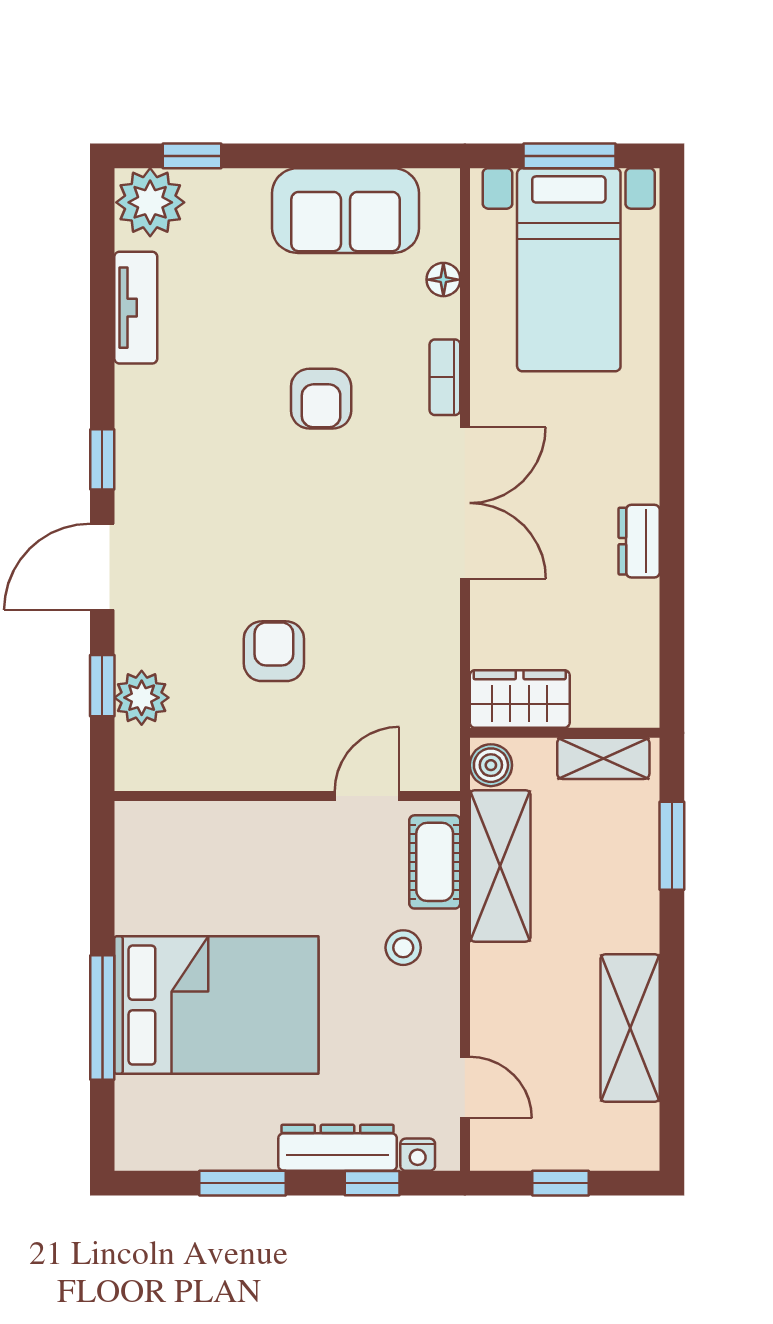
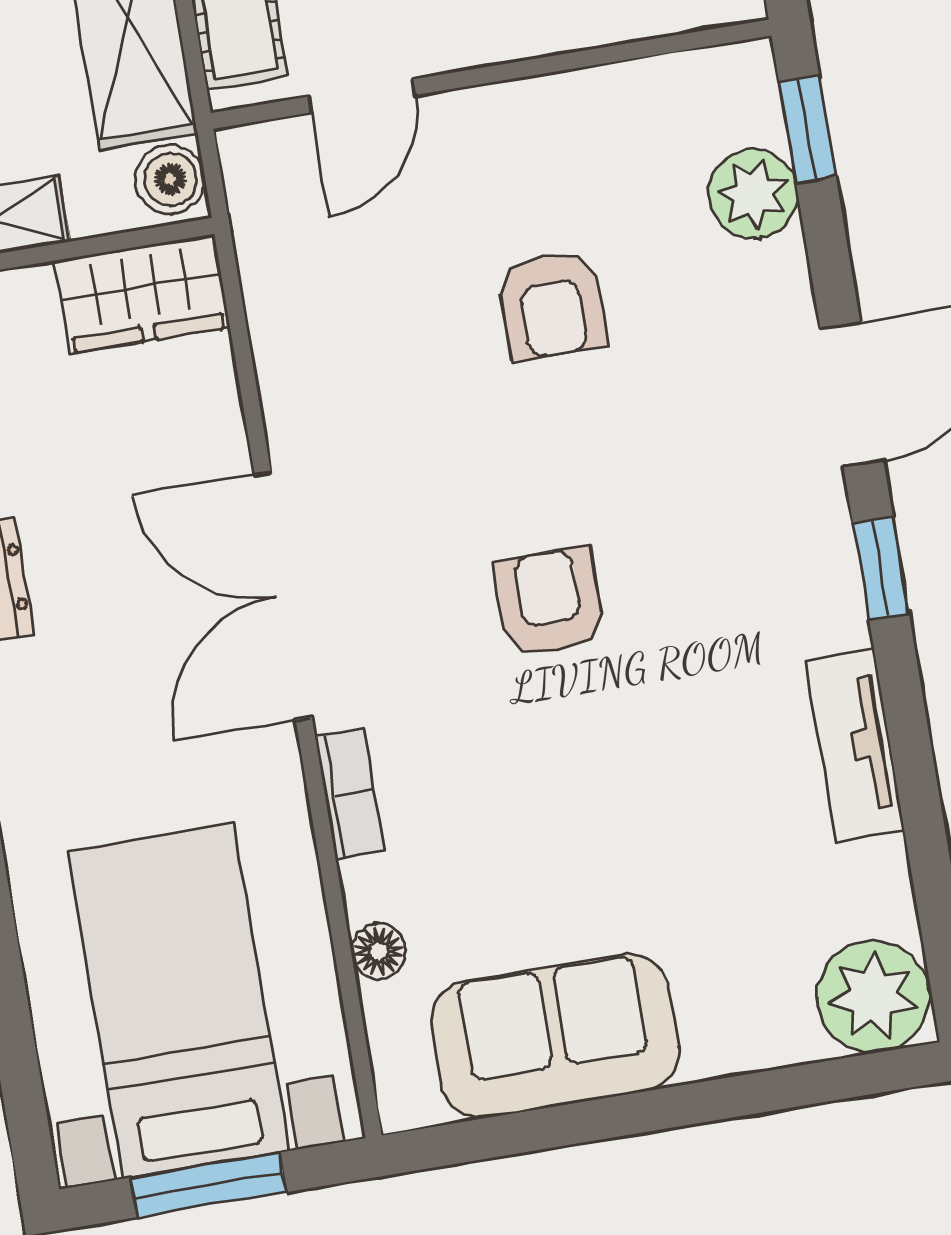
window: (192, 156) -> (818, 1083), removed
tv unit: (136, 308) -> (855, 745), moved
armchair: (321, 399) -> (549, 602), moved
window: (102, 686) -> (807, 129), moved

